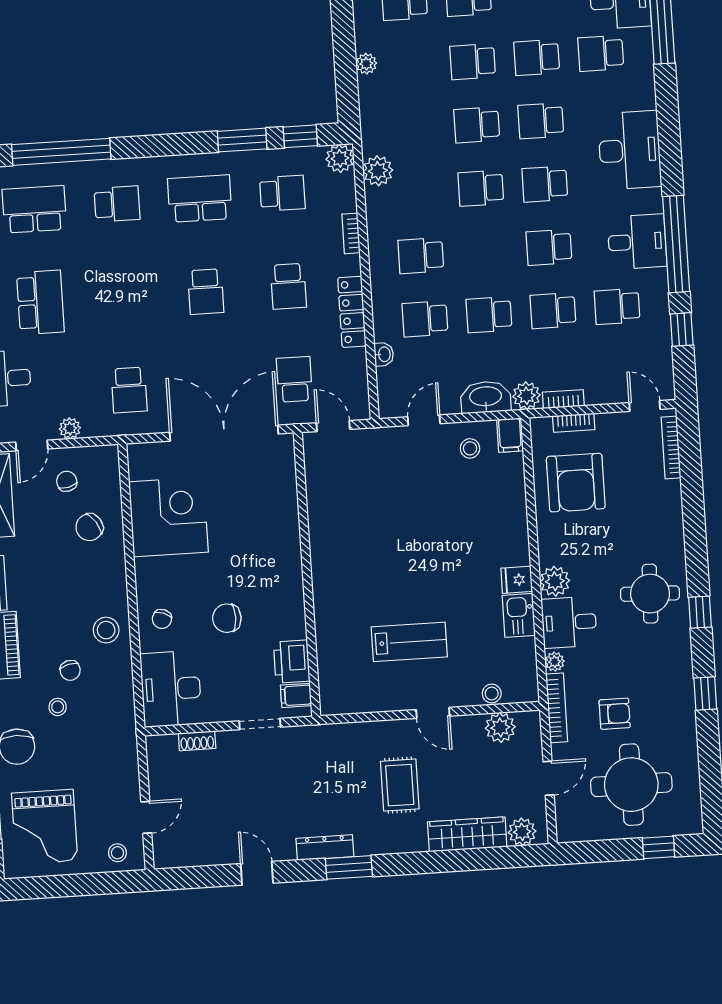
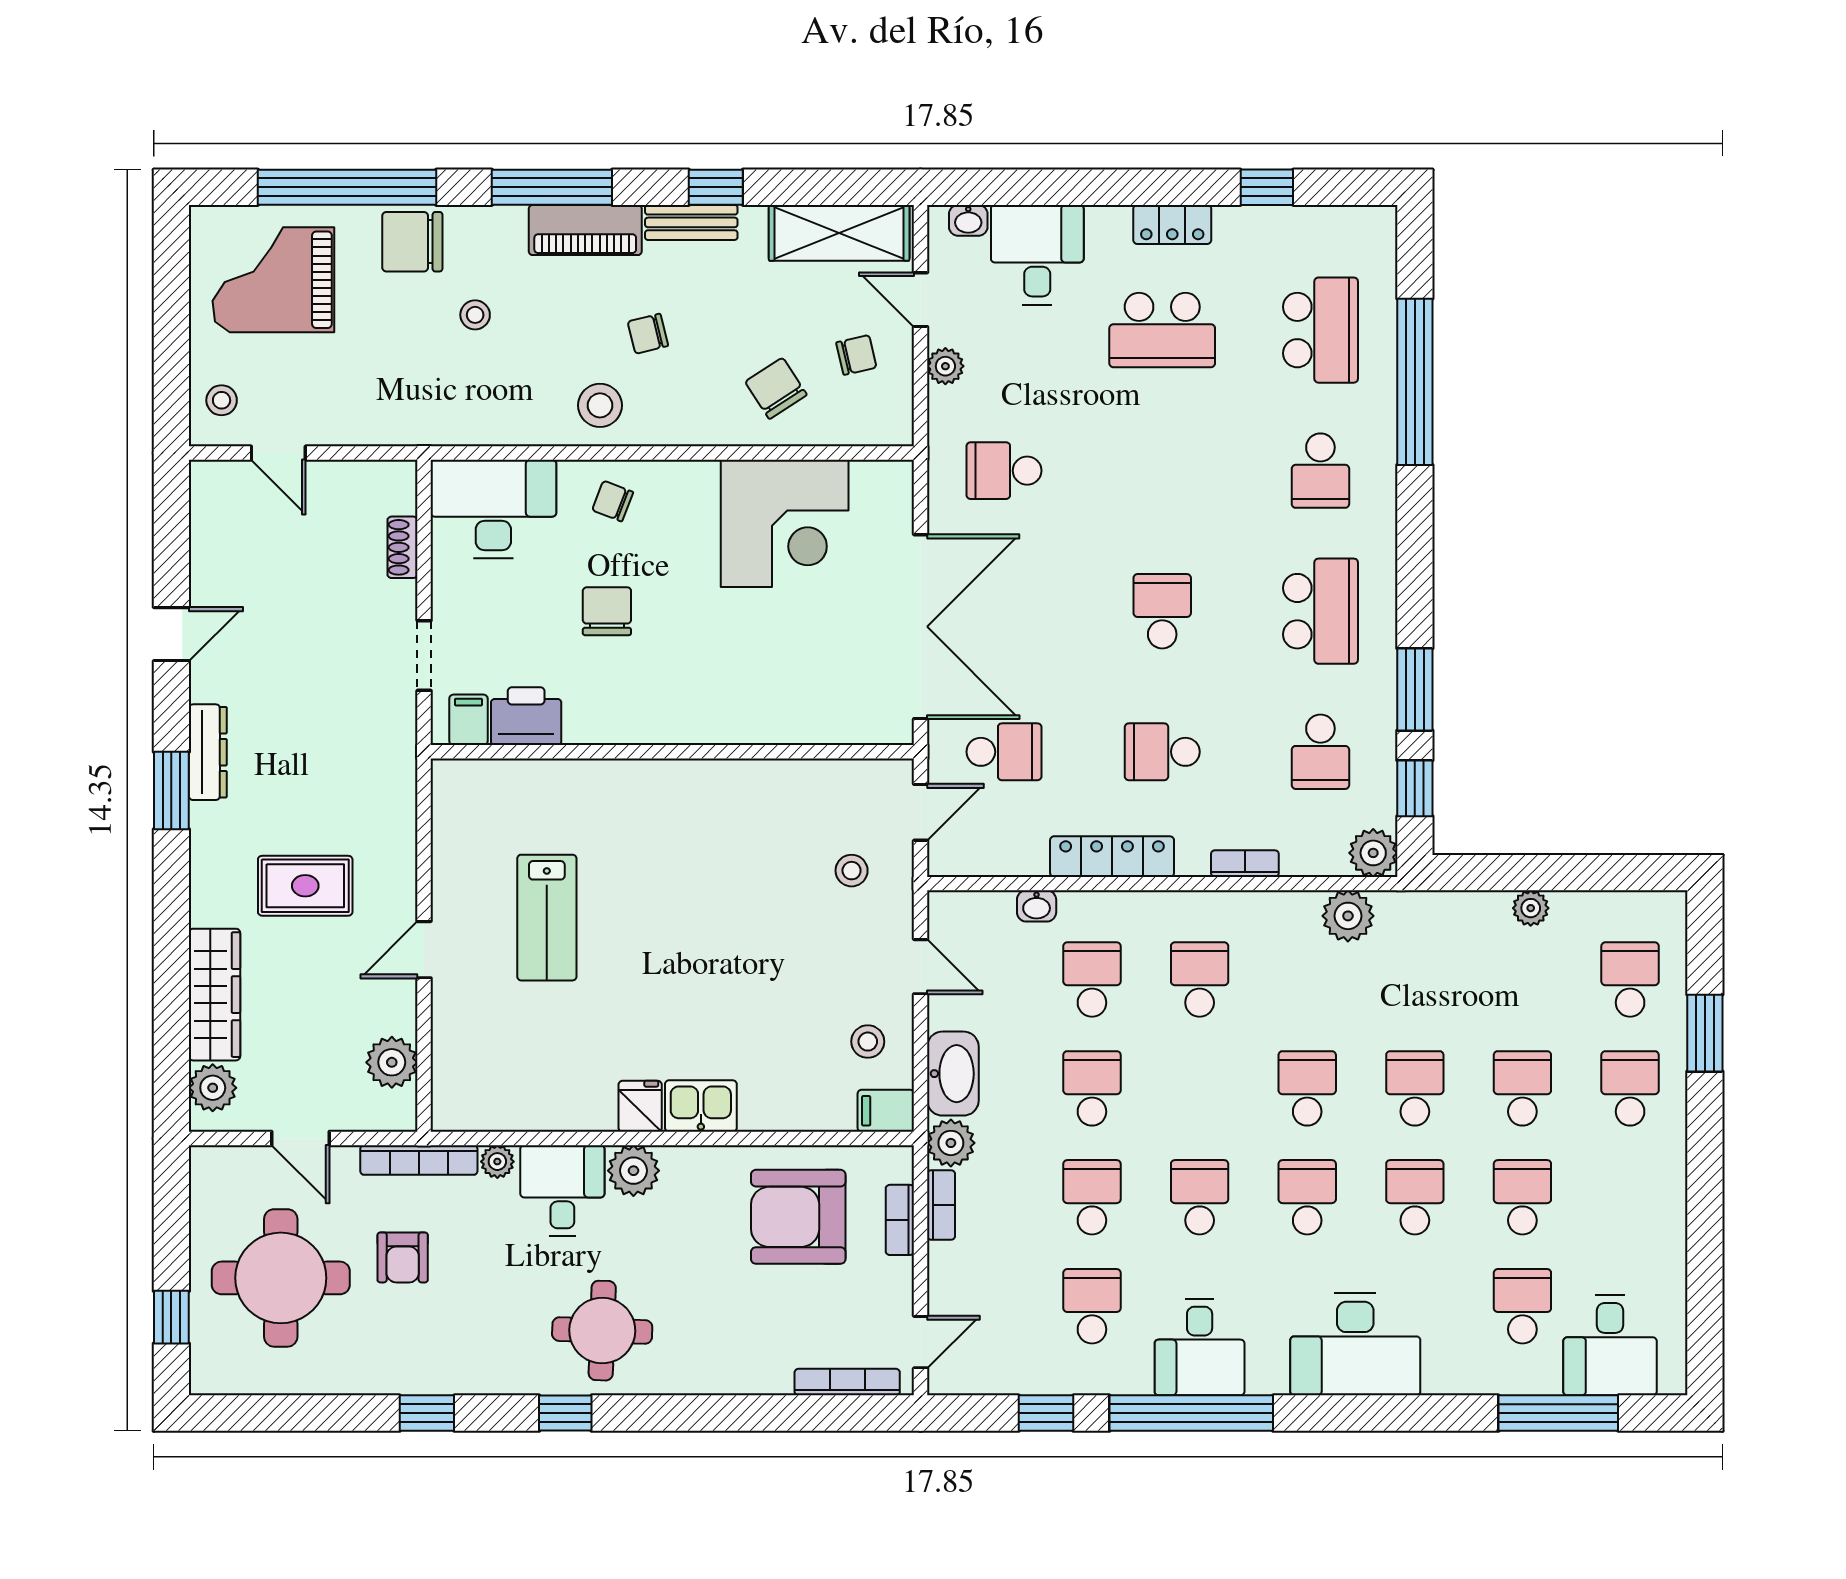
school desk: (206, 292) -> (1162, 611), turned 90
kitchen sink: (519, 615) -> (701, 1106), moved
chair: (70, 670) -> (648, 334), moved
stool: (492, 694) -> (852, 871), moved

